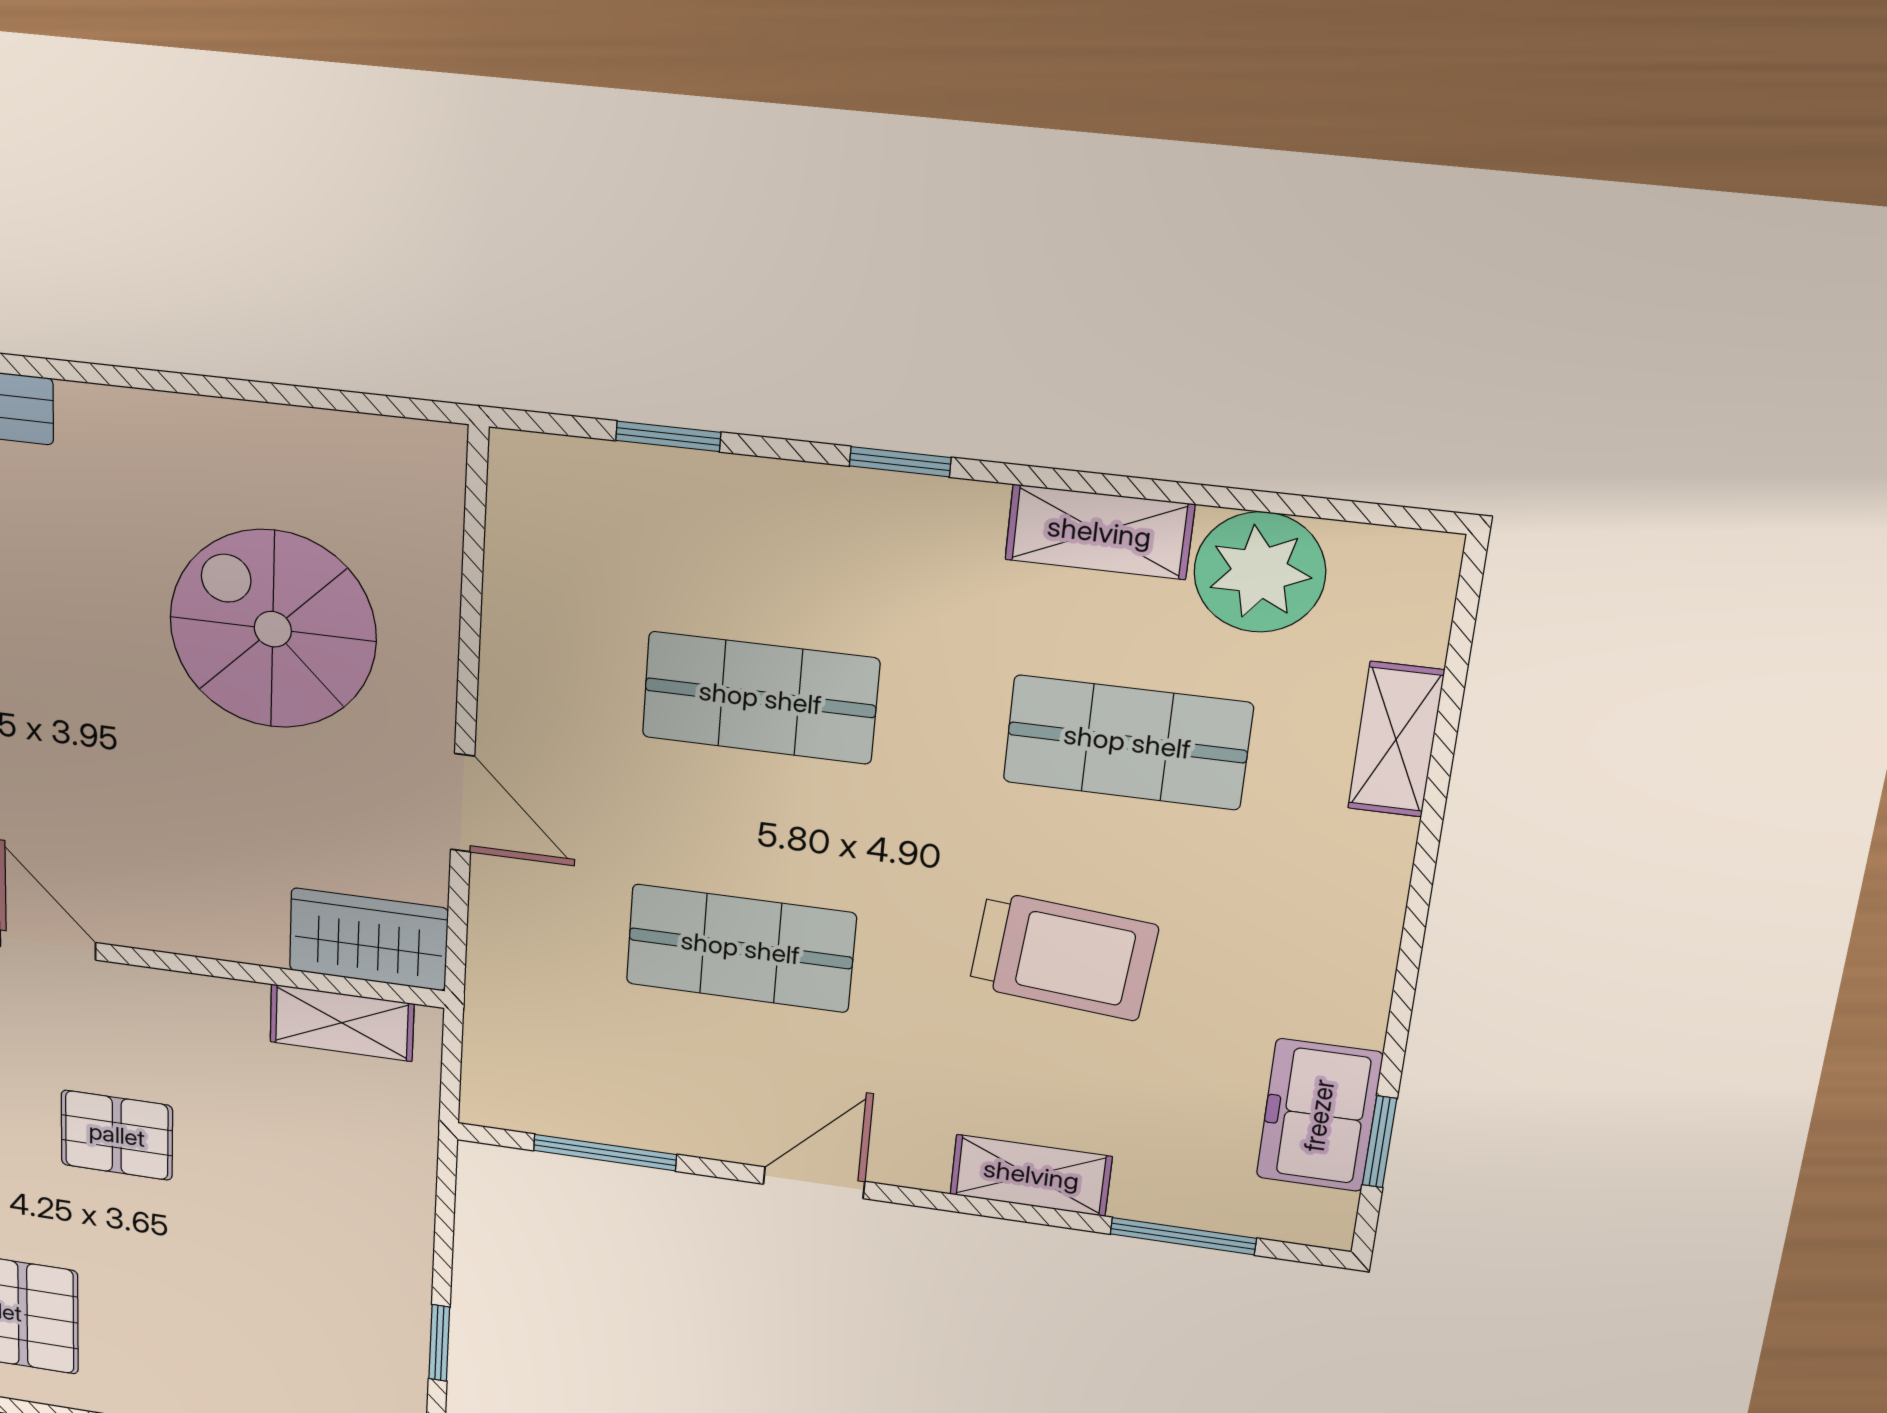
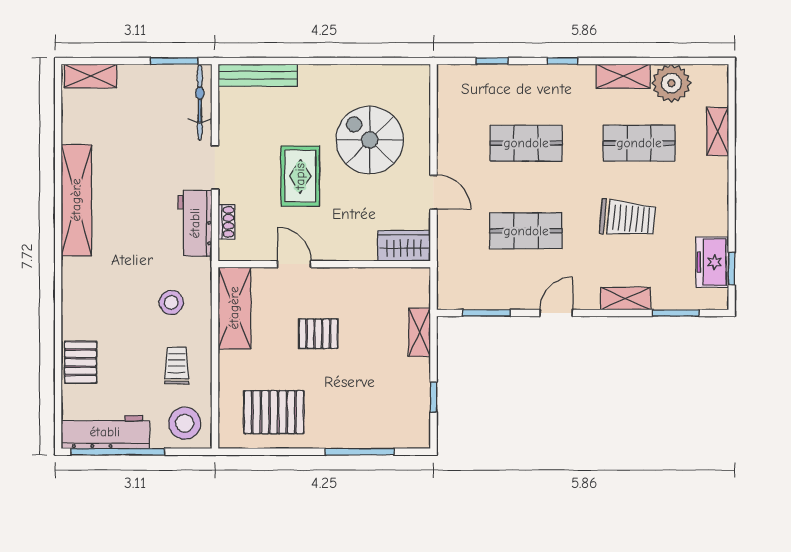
rug: (64, 707) -> (300, 176), added
shelving: (342, 1023) -> (419, 332), moved, turned 90

